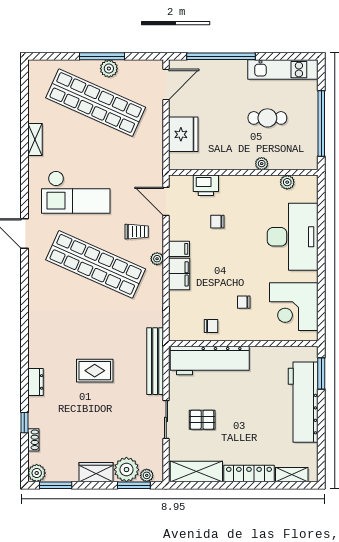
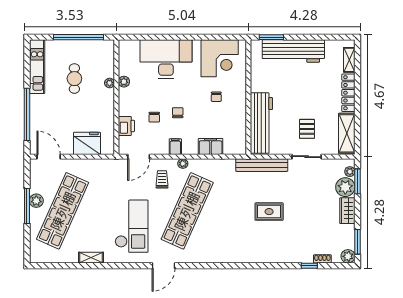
plant: (287, 182) -> (124, 82), moved
filing cabinet: (179, 274) -> (211, 147), moved
chair: (211, 326) -> (178, 113), moved
rug: (95, 371) -> (269, 212), turned 90
dresser: (36, 382) -> (278, 257), removed

